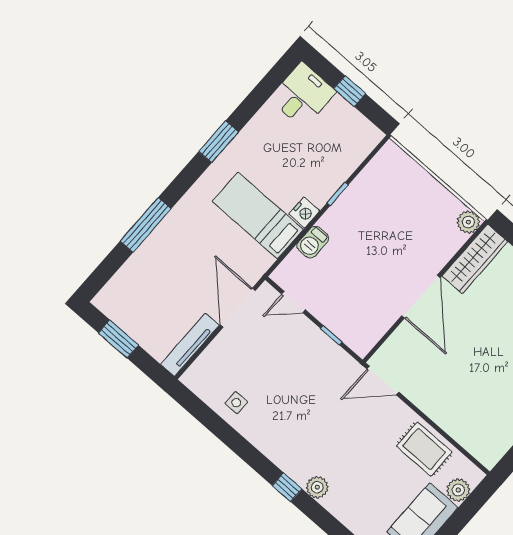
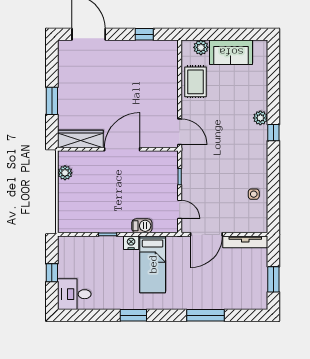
plant: (468, 222) -> (65, 173), moved

